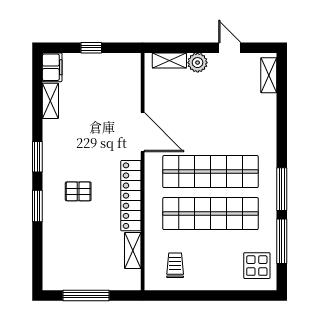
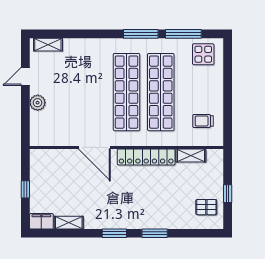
shelving: (169, 60) -> (36, 126), removed
door: (143, 132) -> (94, 147), swing flipped
pallet: (78, 191) -> (206, 207), moved, turned 90
window: (86, 295) -> (228, 194), width x0.46

